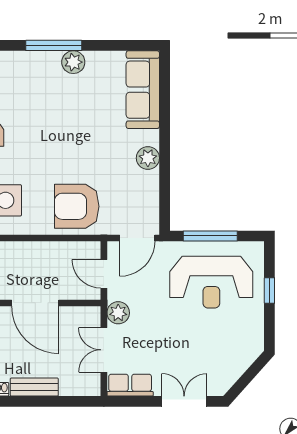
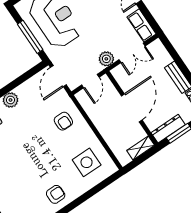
armchair: (77, 206) -> (63, 121), width x0.53, depth x0.53
door: (137, 238) -> (58, 76), swing flipped

